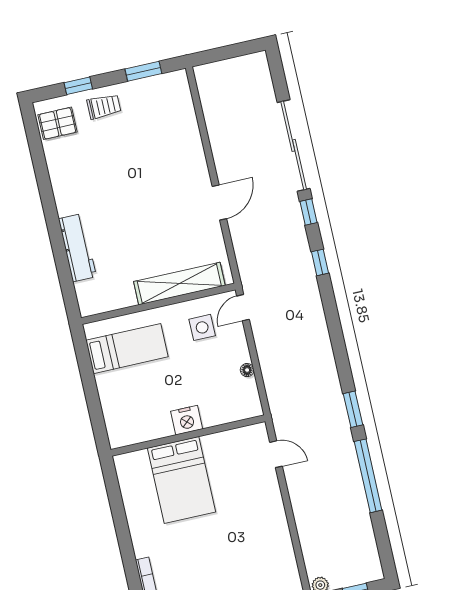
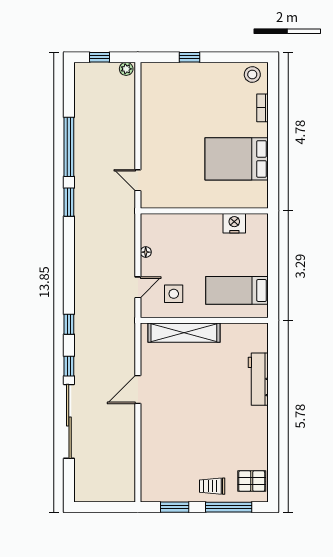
window: (78, 86) -> (229, 507), width x2.17
door: (243, 308) -> (138, 287), moved
nightstand: (187, 420) -> (234, 223), moved
bed: (182, 480) -> (237, 159), moved, turned -90

